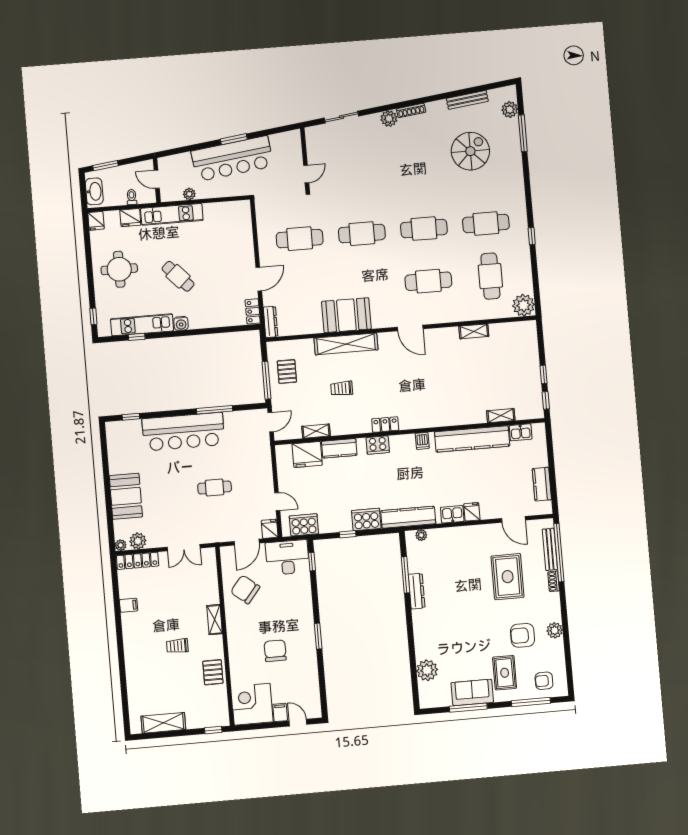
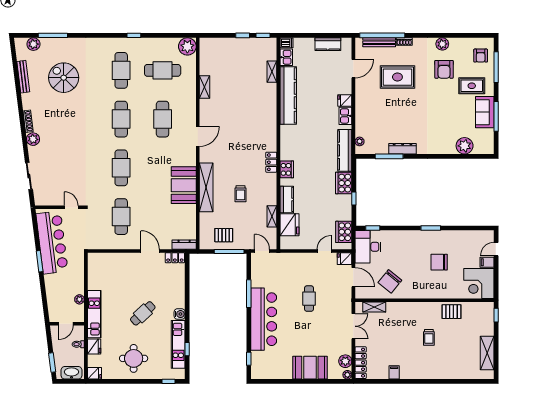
bar counter: (232, 159) -> (52, 242), moved
dishwasher: (422, 441) -> (286, 43), moved
shelving: (215, 620) -> (374, 307), moved

